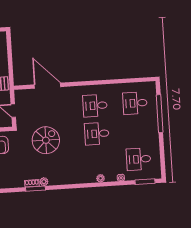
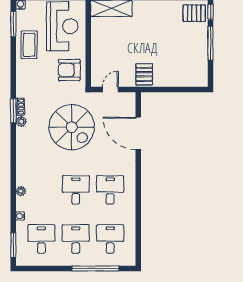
door: (47, 86) -> (138, 133), swing flipped
desk: (137, 131) -> (76, 239), added
spiral stairs: (46, 140) -> (72, 127), width x1.37, depth x1.37

